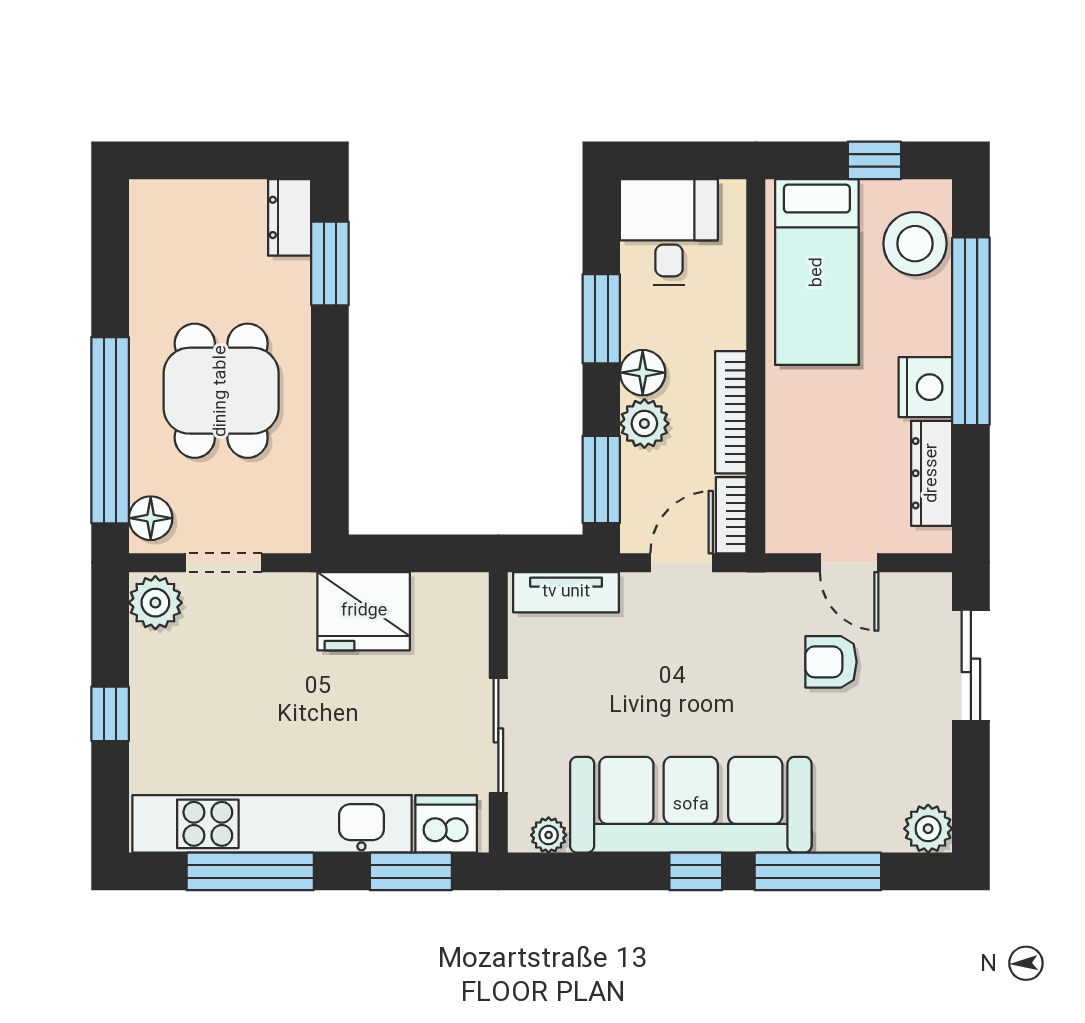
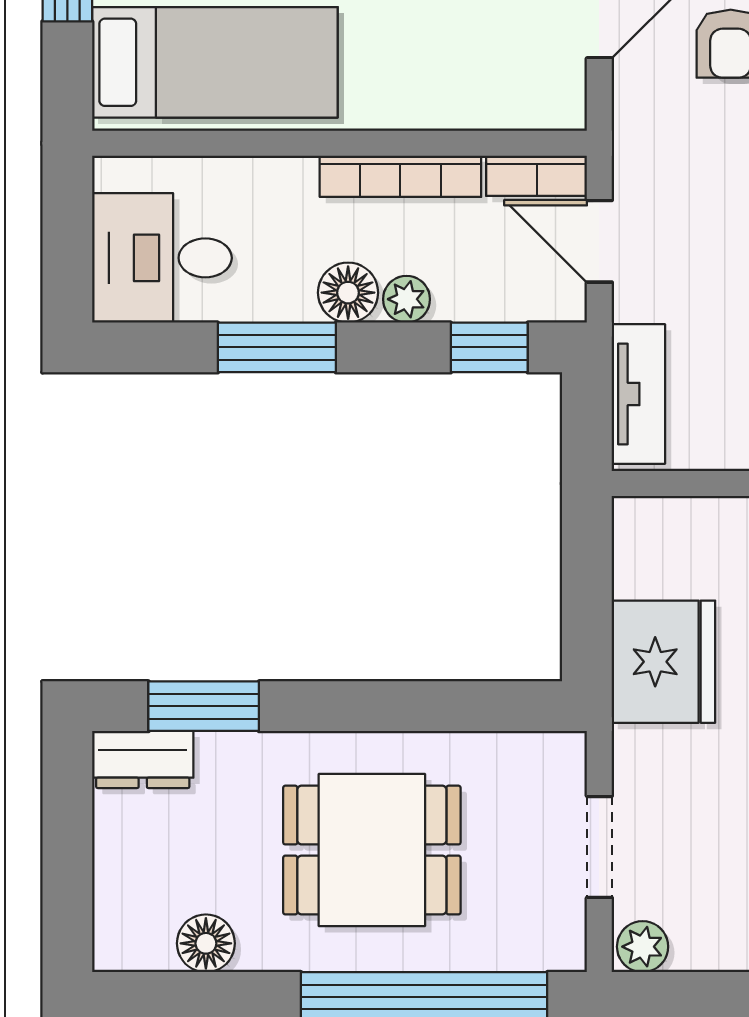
plant: (644, 424) -> (407, 299), width x0.73, depth x0.73
window: (601, 479) -> (489, 347), width x0.67
floor lamp: (151, 518) -> (206, 943), moved
plant: (155, 603) -> (643, 947), width x0.73, depth x0.73

